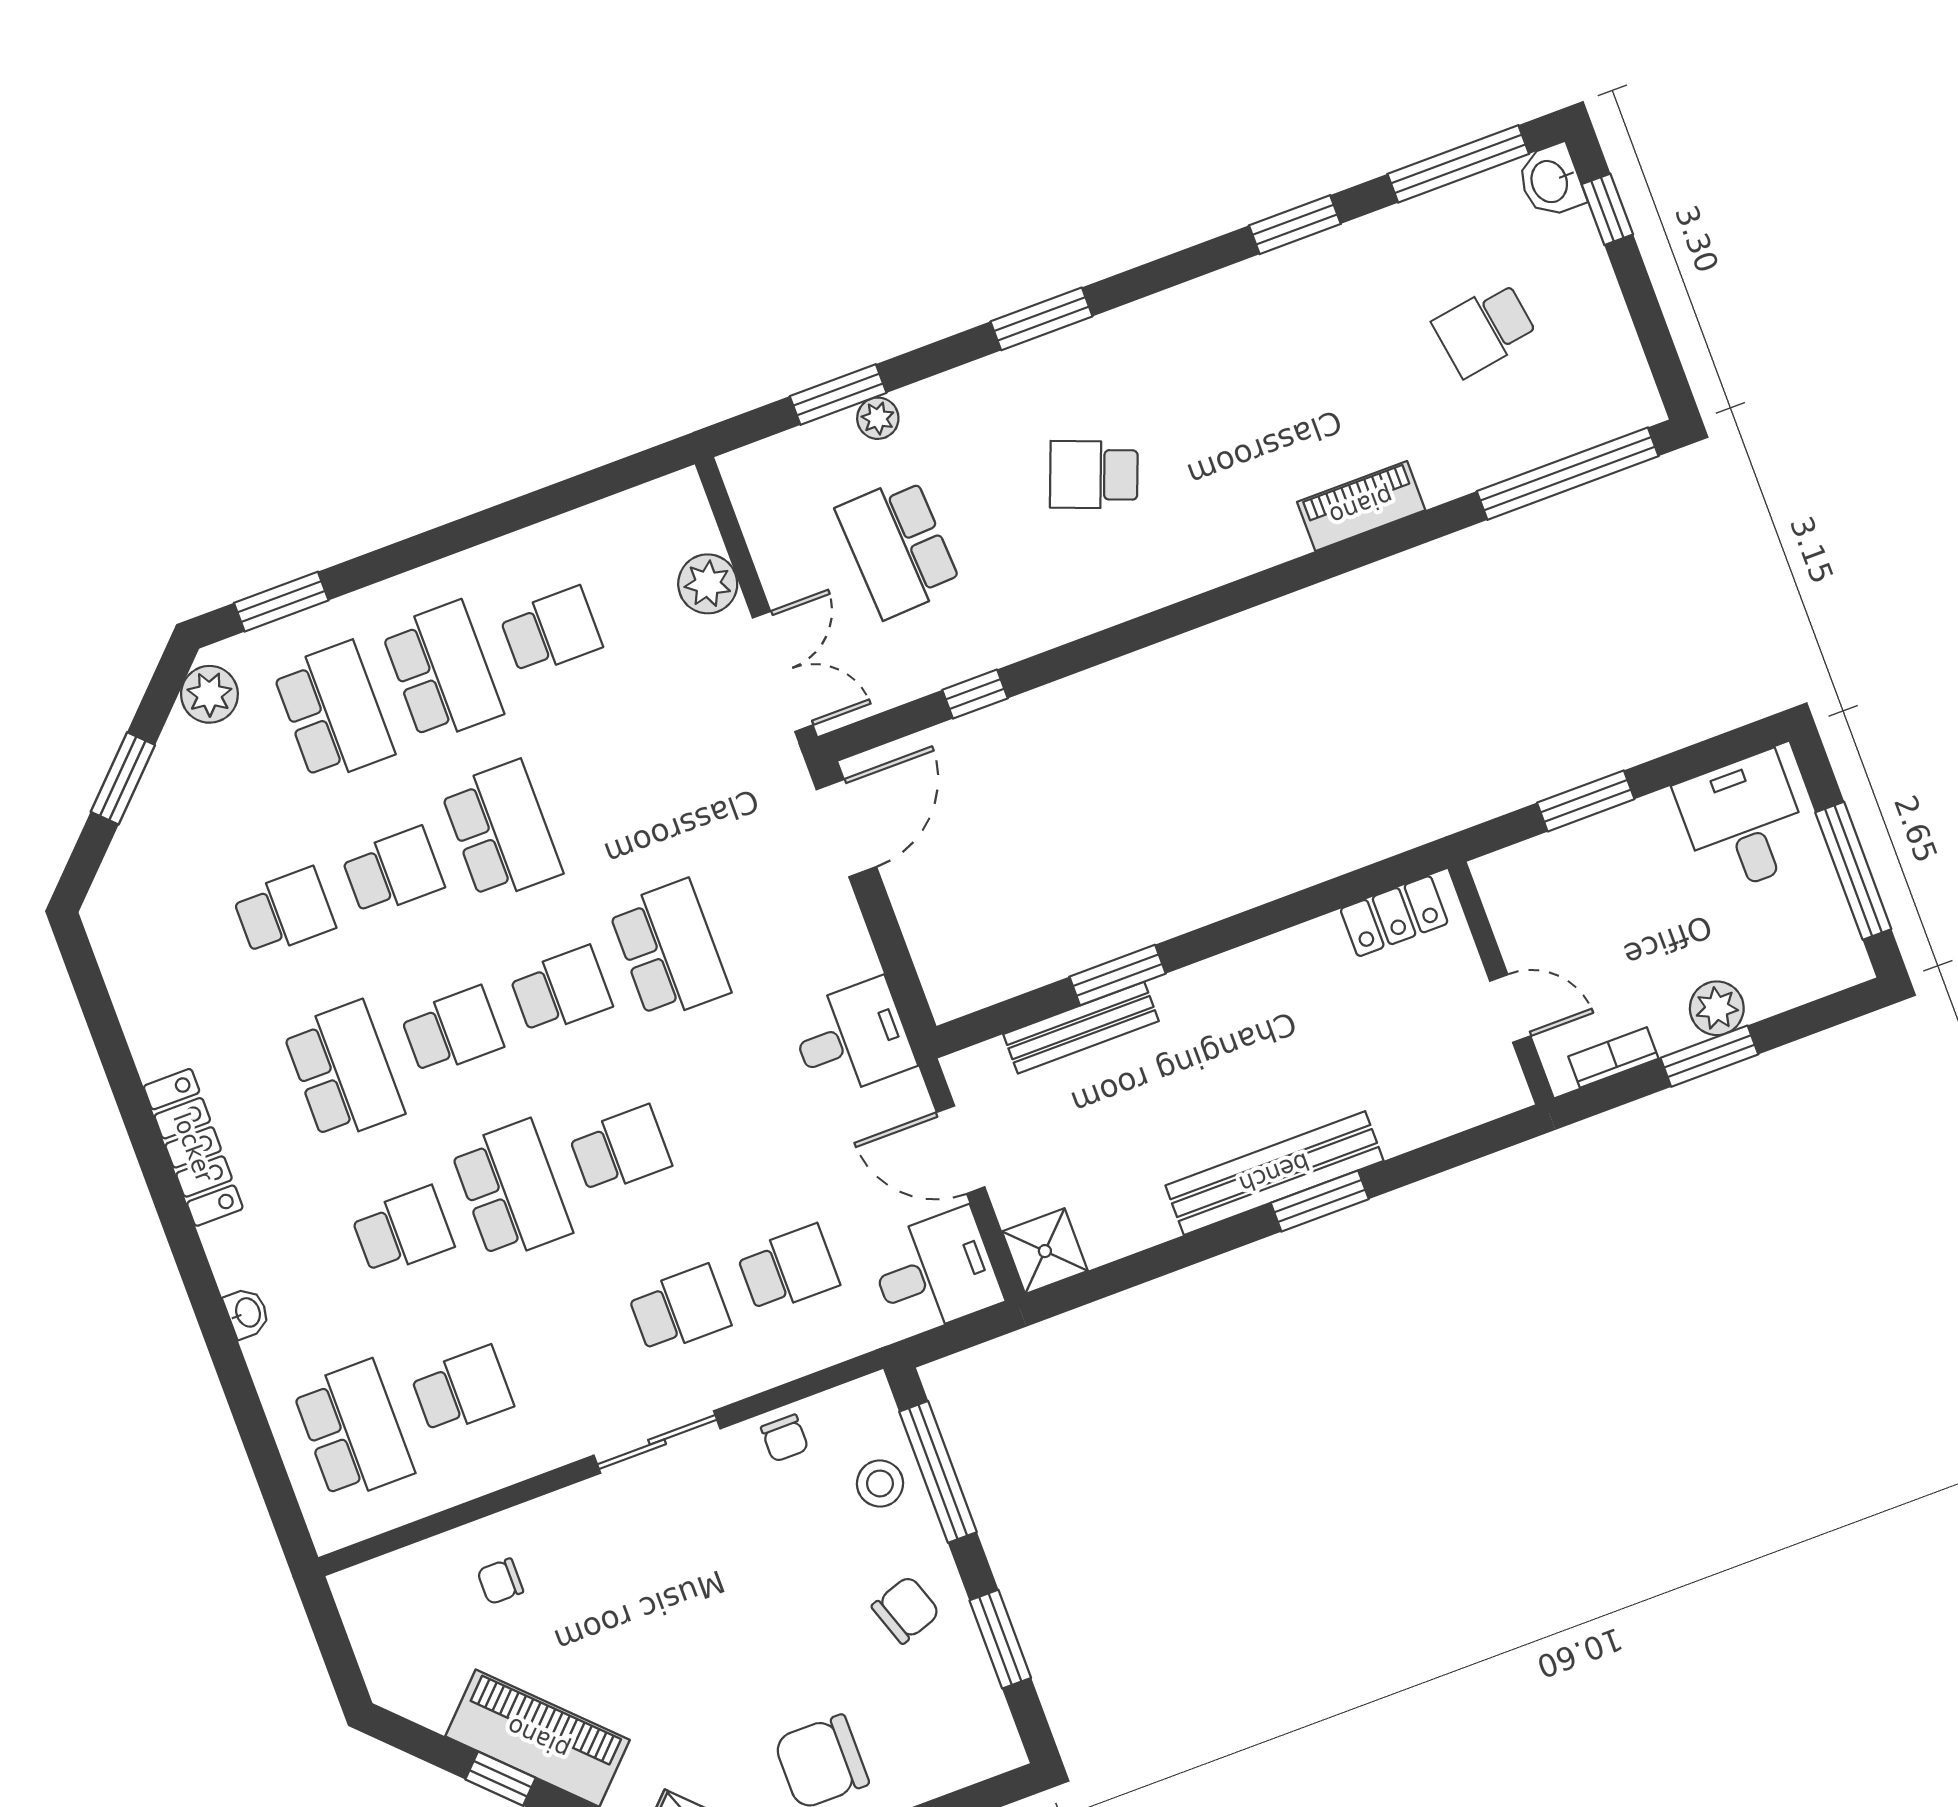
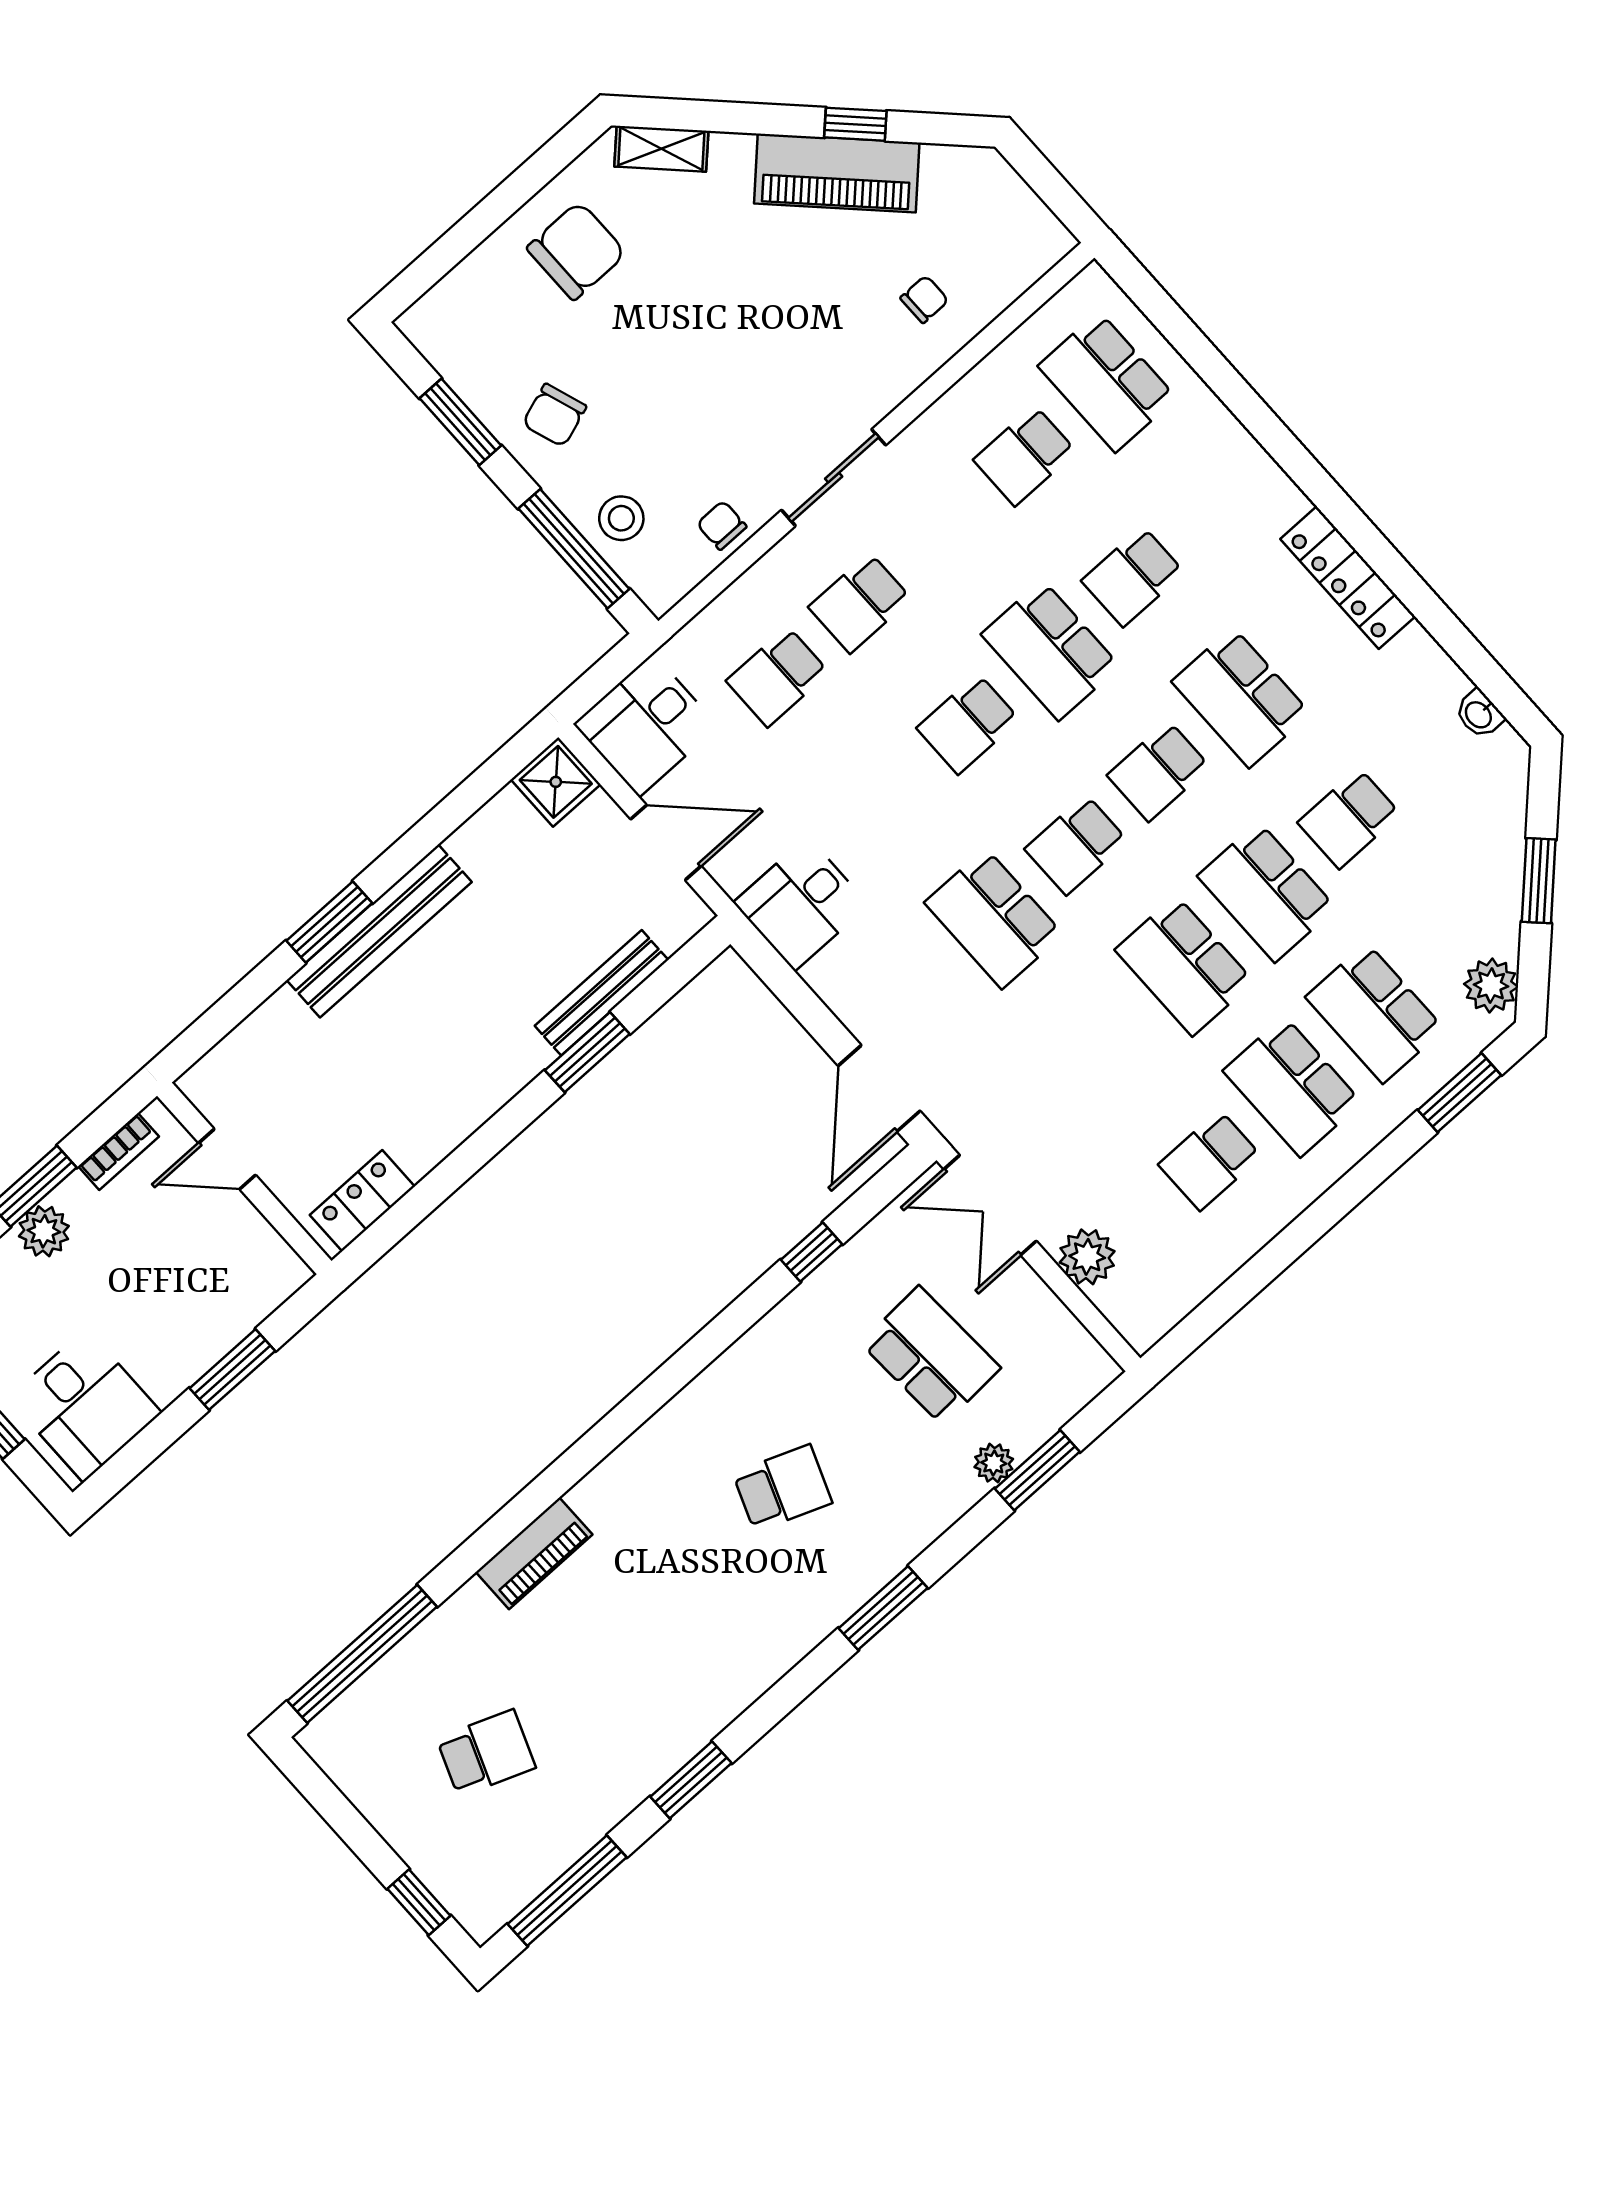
washbasin: (1551, 181) -> (479, 1908), removed
school desk: (1485, 329) -> (486, 1753), turned 30
school desk: (393, 871) -> (1267, 892), width x1.85
washbasin: (247, 1313) -> (1479, 714), moved

